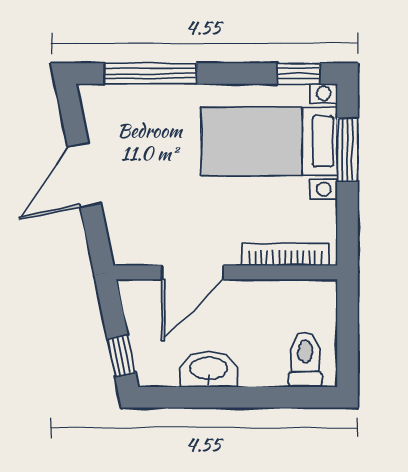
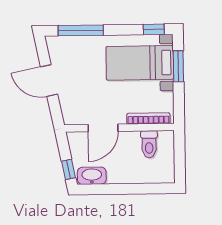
door: (84, 175) -> (49, 81), hinge flipped
toilet: (305, 359) -> (149, 144), moved, turned 180
washbasin: (209, 369) -> (92, 176), moved

